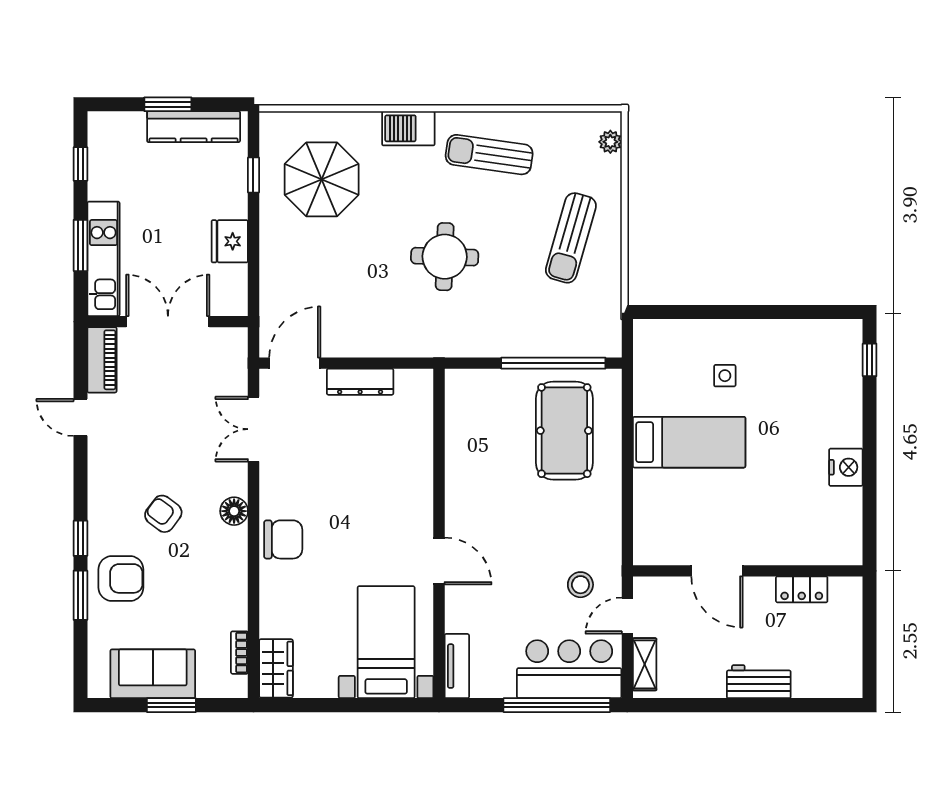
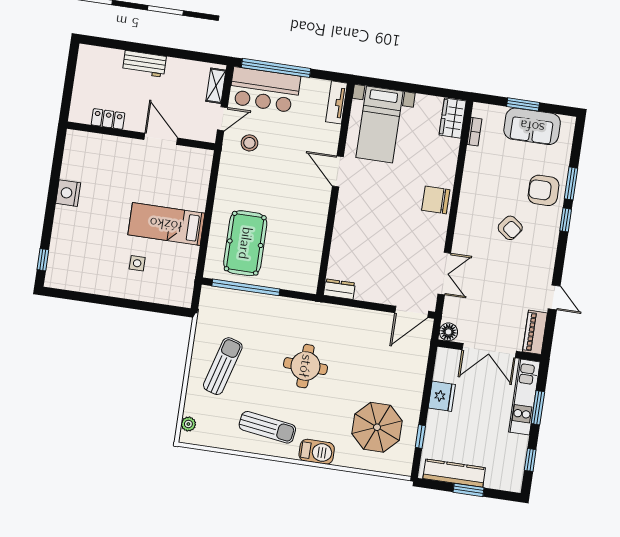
dresser: (360, 382) -> (339, 289), moved, width x0.70
floor lamp: (234, 511) -> (448, 332), moved

